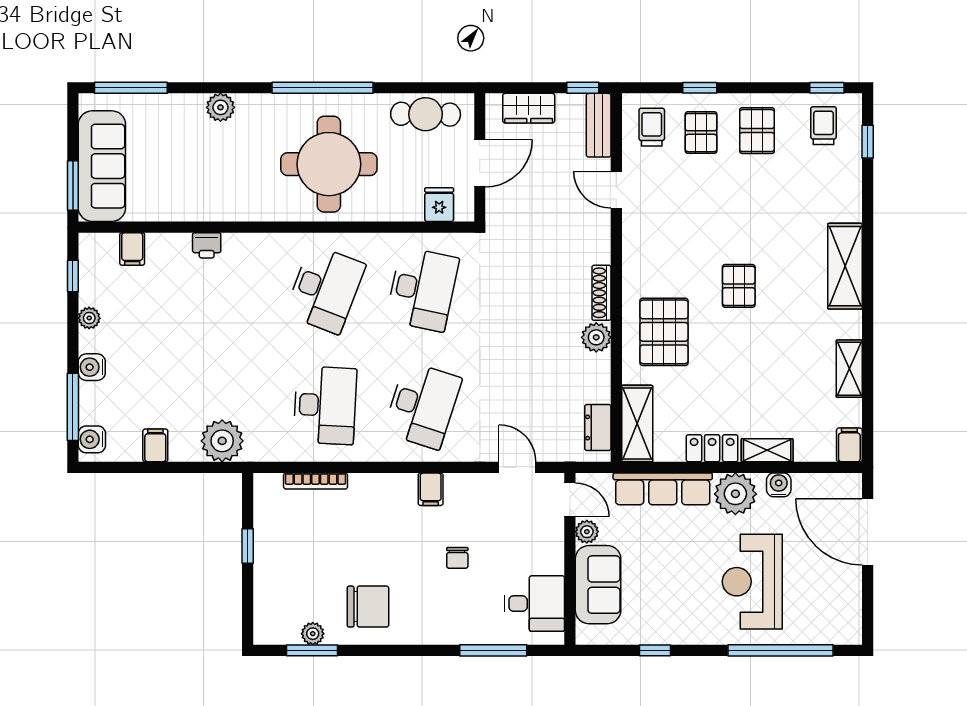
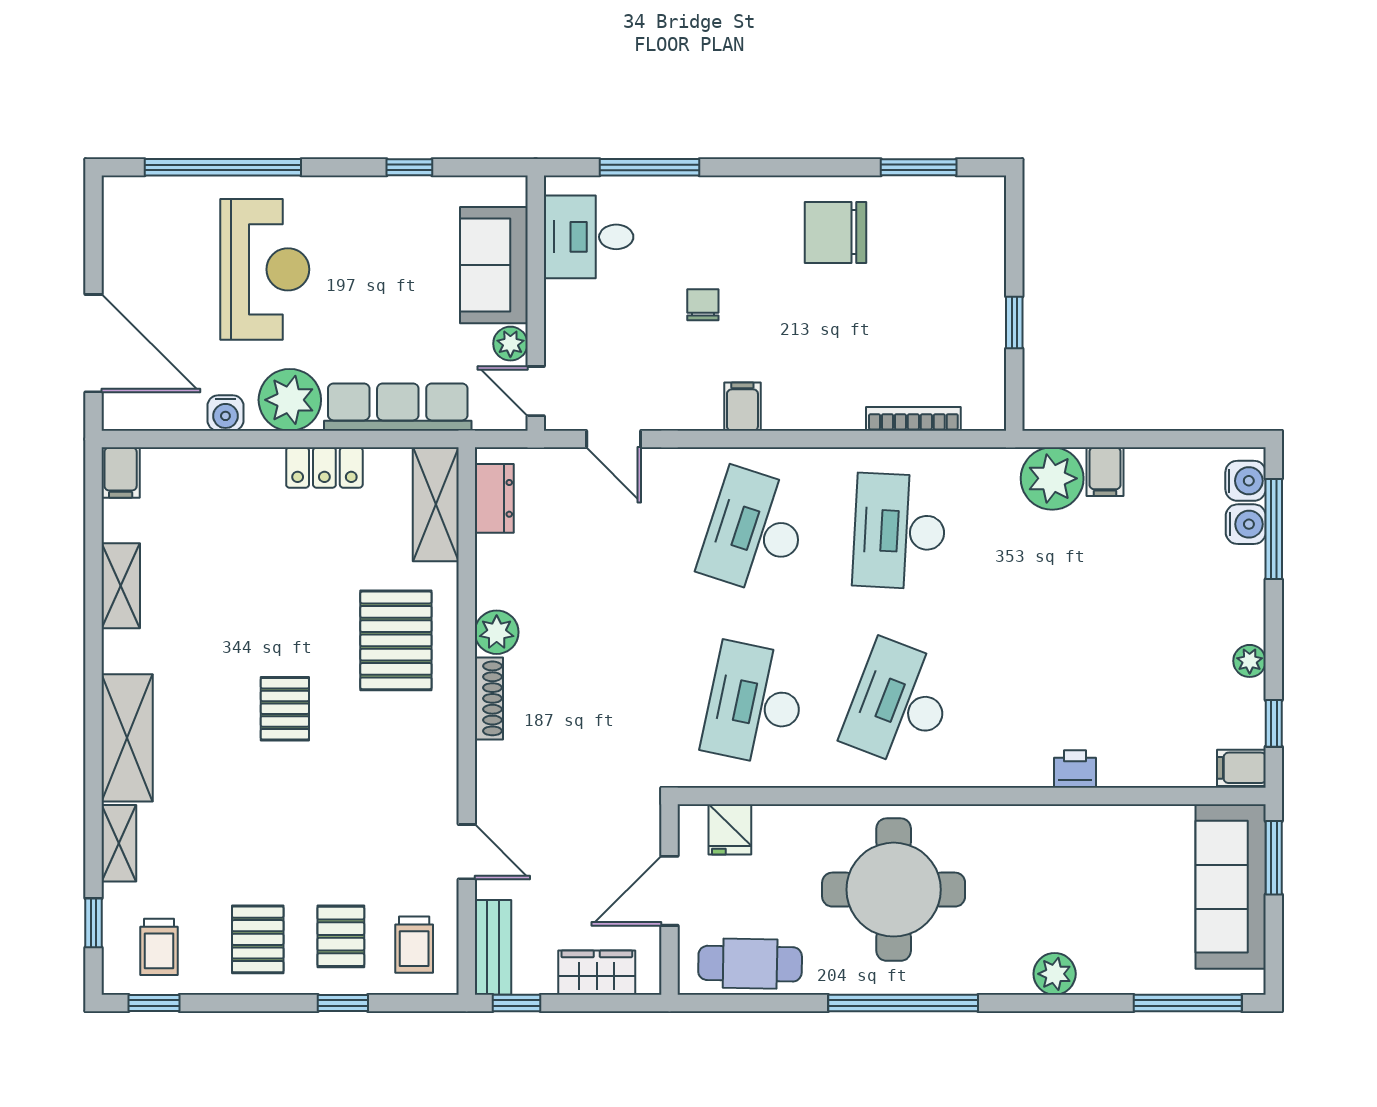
filing cabinet: (132, 249) -> (1241, 768), moved, turned -90
water cooler: (92, 367) -> (1246, 524), moved
filing cabinet: (155, 445) -> (1105, 472), moved
shelving: (767, 450) -> (119, 843), moved, turned 90
plant: (313, 634) -> (918, 192), removed

